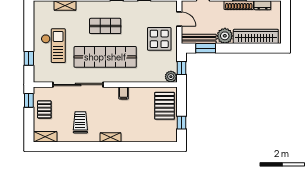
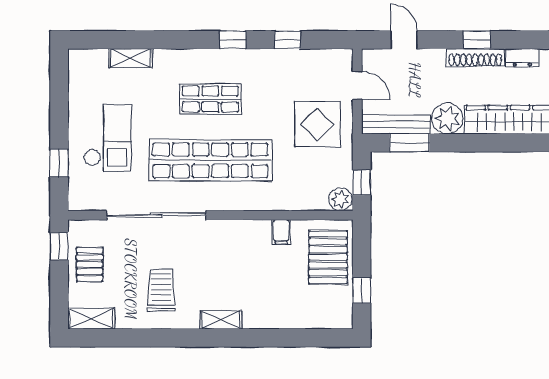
filing cabinet: (124, 93) -> (281, 232), moved

